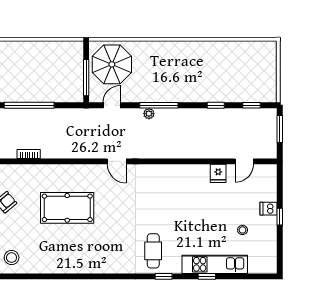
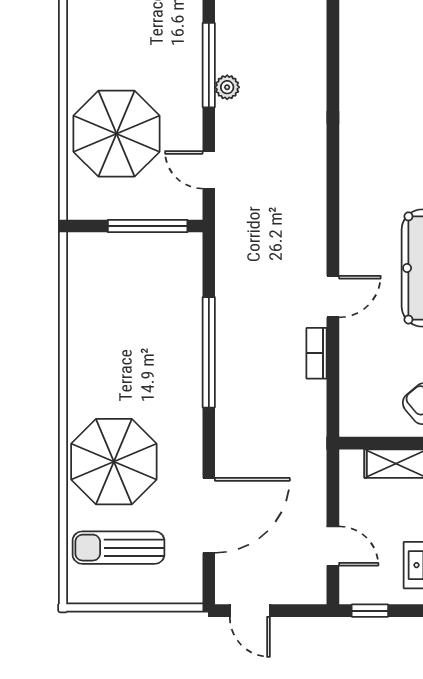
parasol: (112, 64) -> (117, 134), moved
door: (117, 161) -> (333, 297), moved

